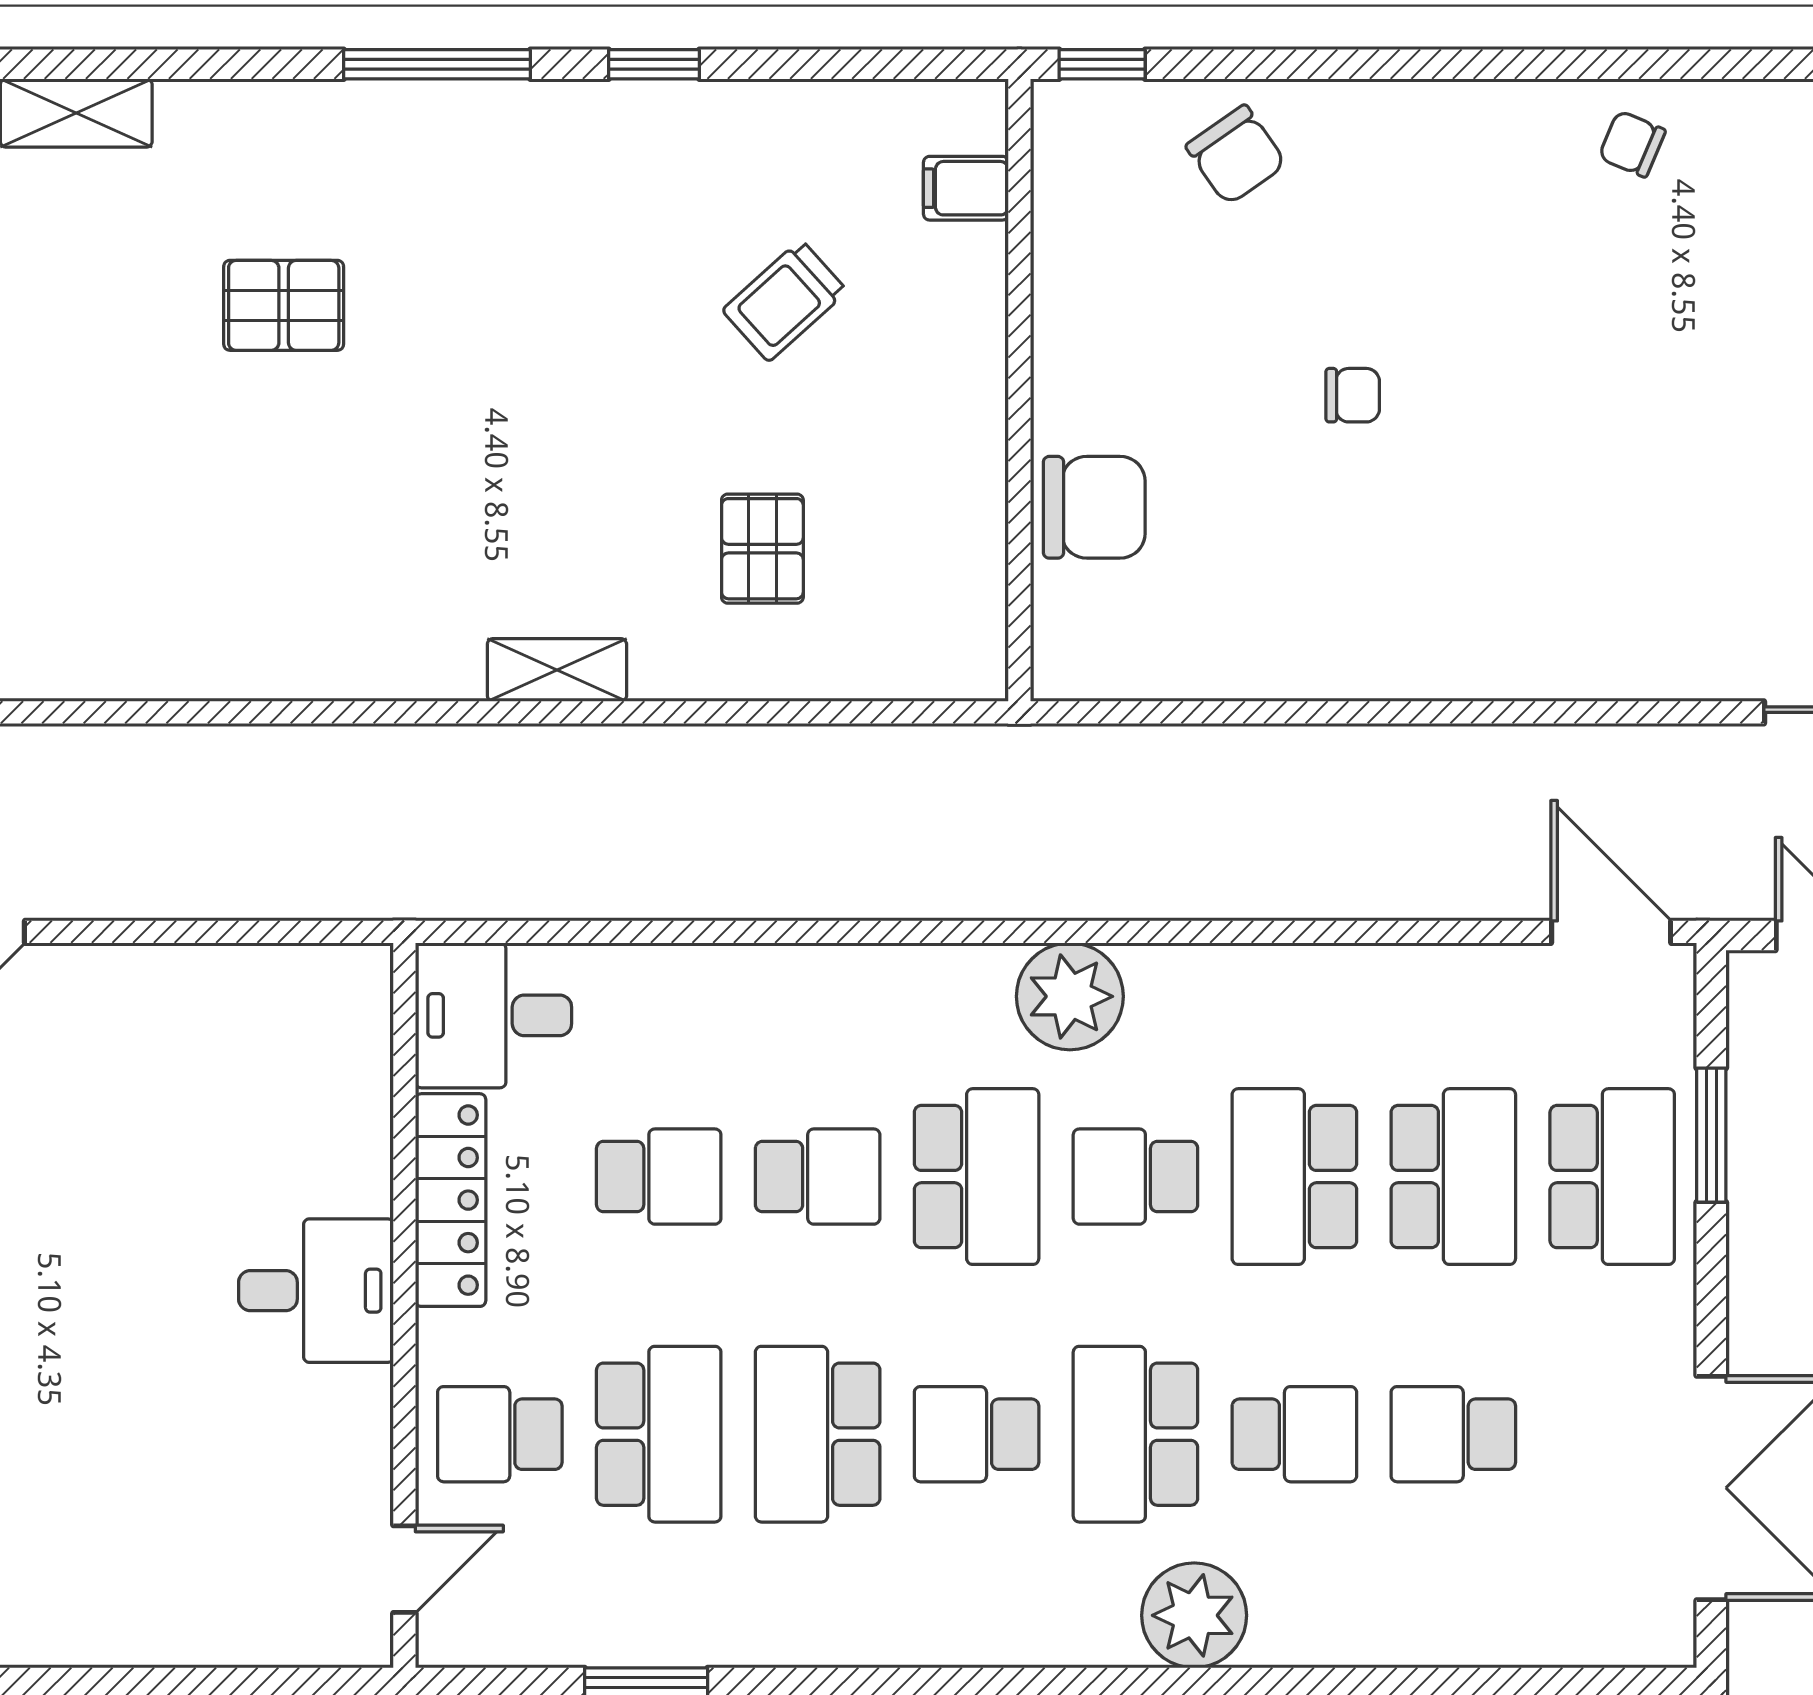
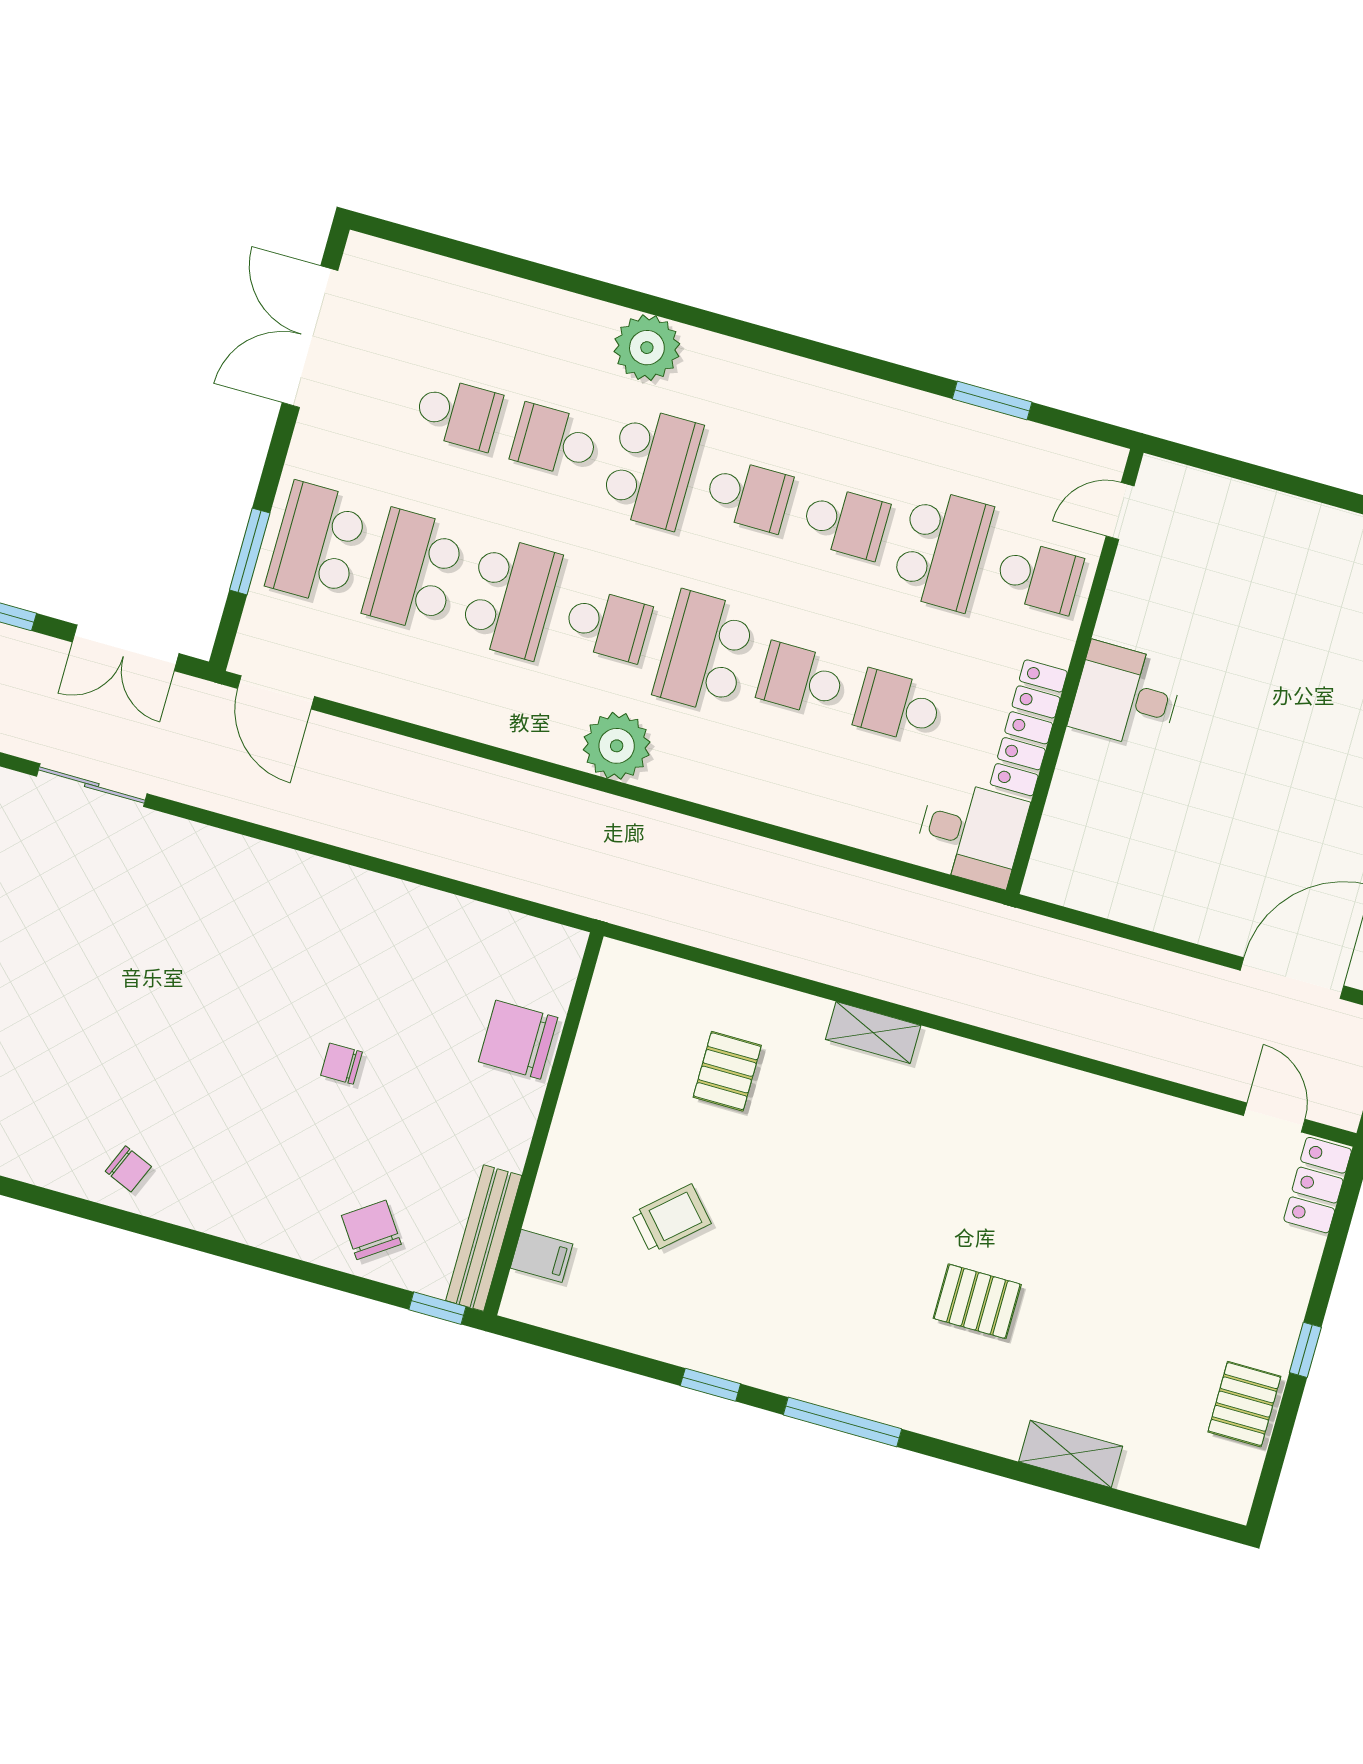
bench: (1062, 191) -> (484, 1238), added
school desk: (659, 1434) -> (942, 550), turned 180
school desk: (818, 1434) -> (845, 522), width x0.54

